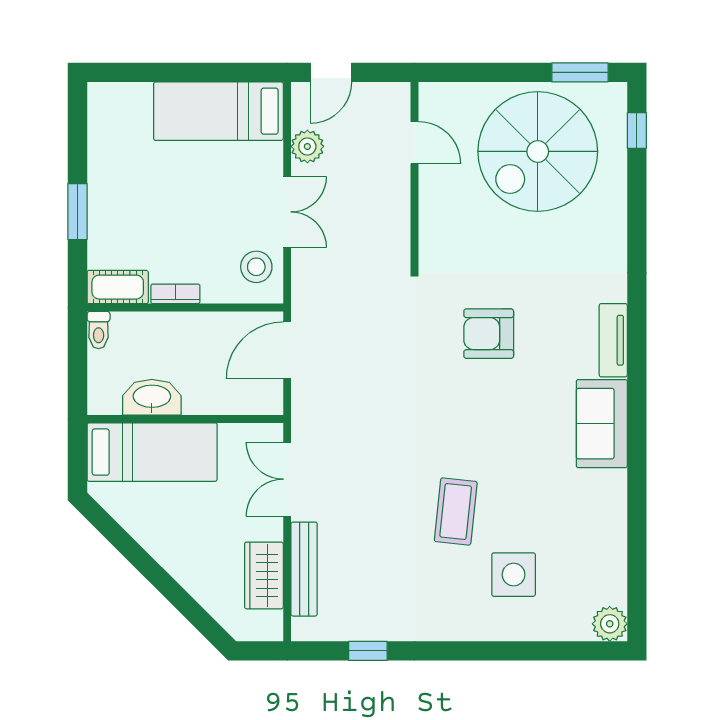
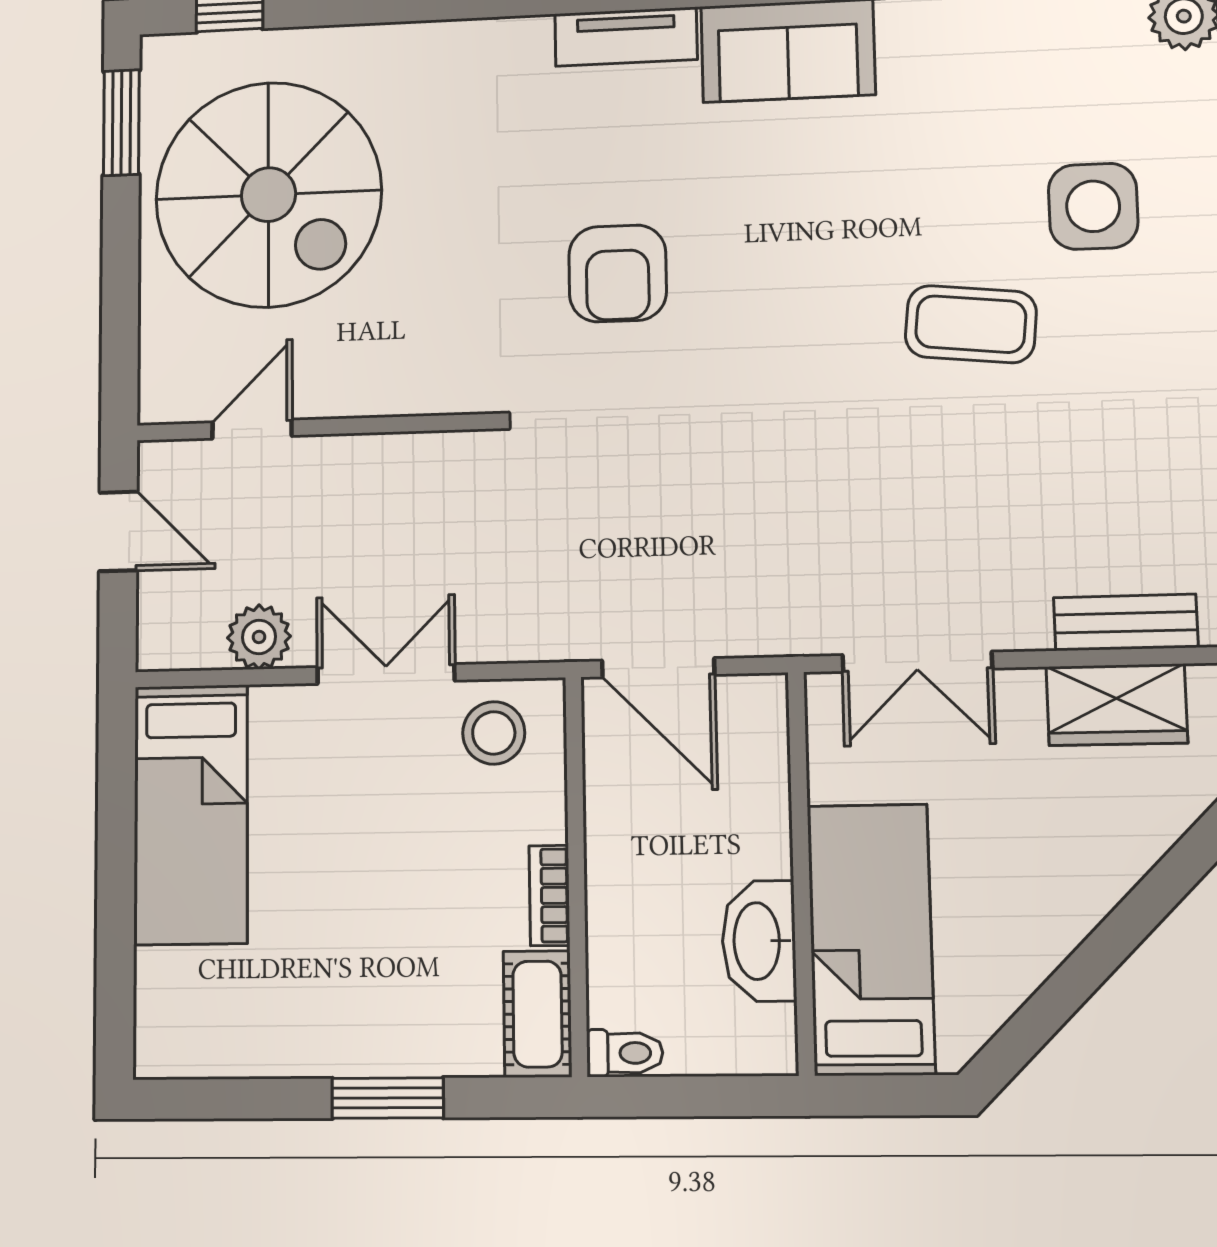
door: (331, 72) -> (118, 531), moved
bench: (304, 569) -> (1126, 622), width x0.73

